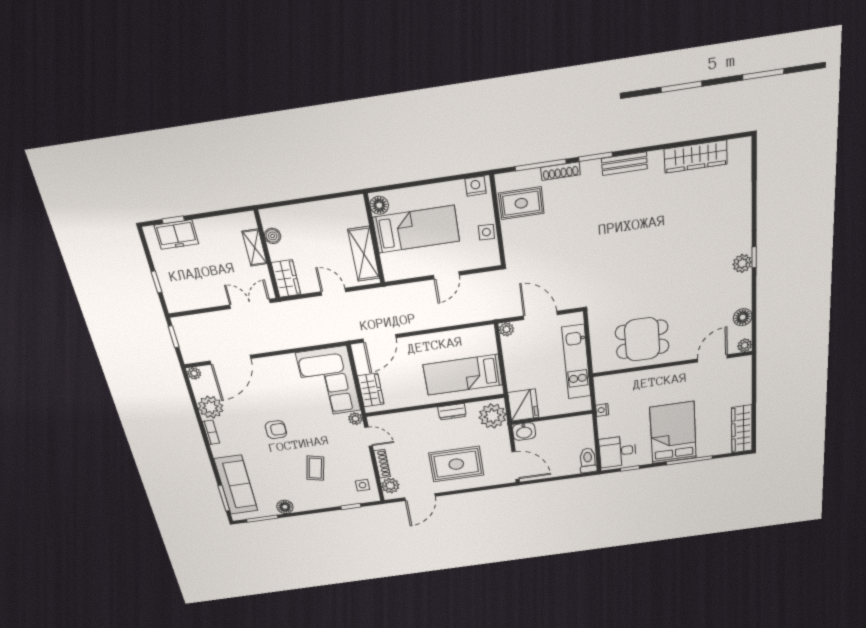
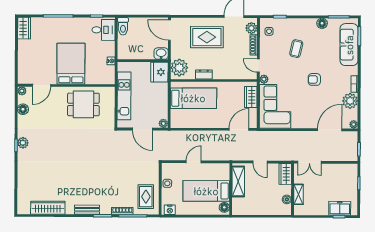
rug: (521, 203) -> (146, 197), turned 90
wardrobe: (742, 429) -> (24, 28), width x0.67
bed: (673, 433) -> (71, 64), moved, turned 180

